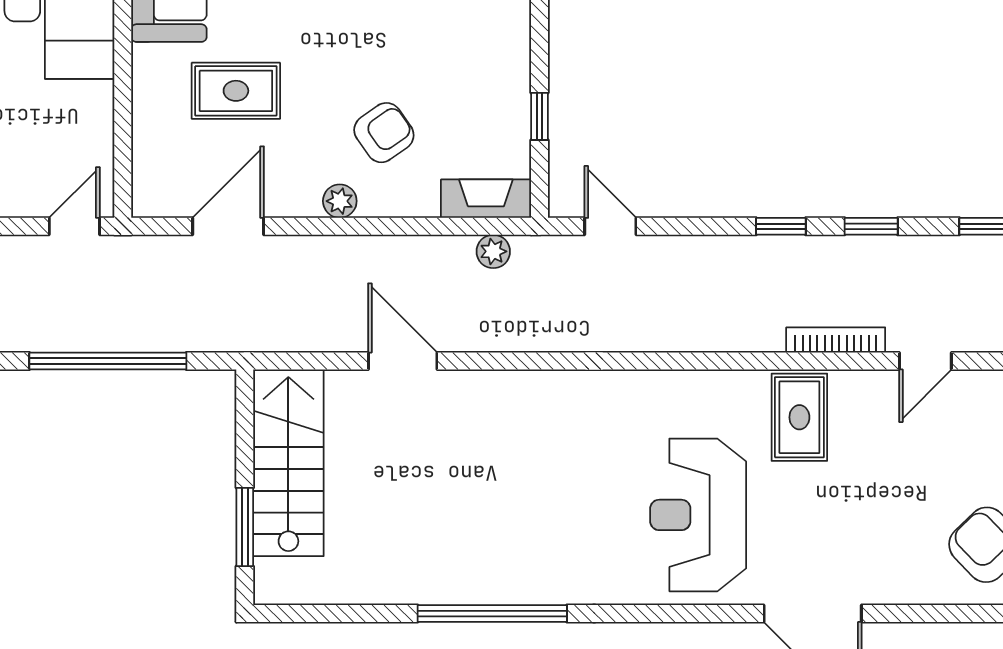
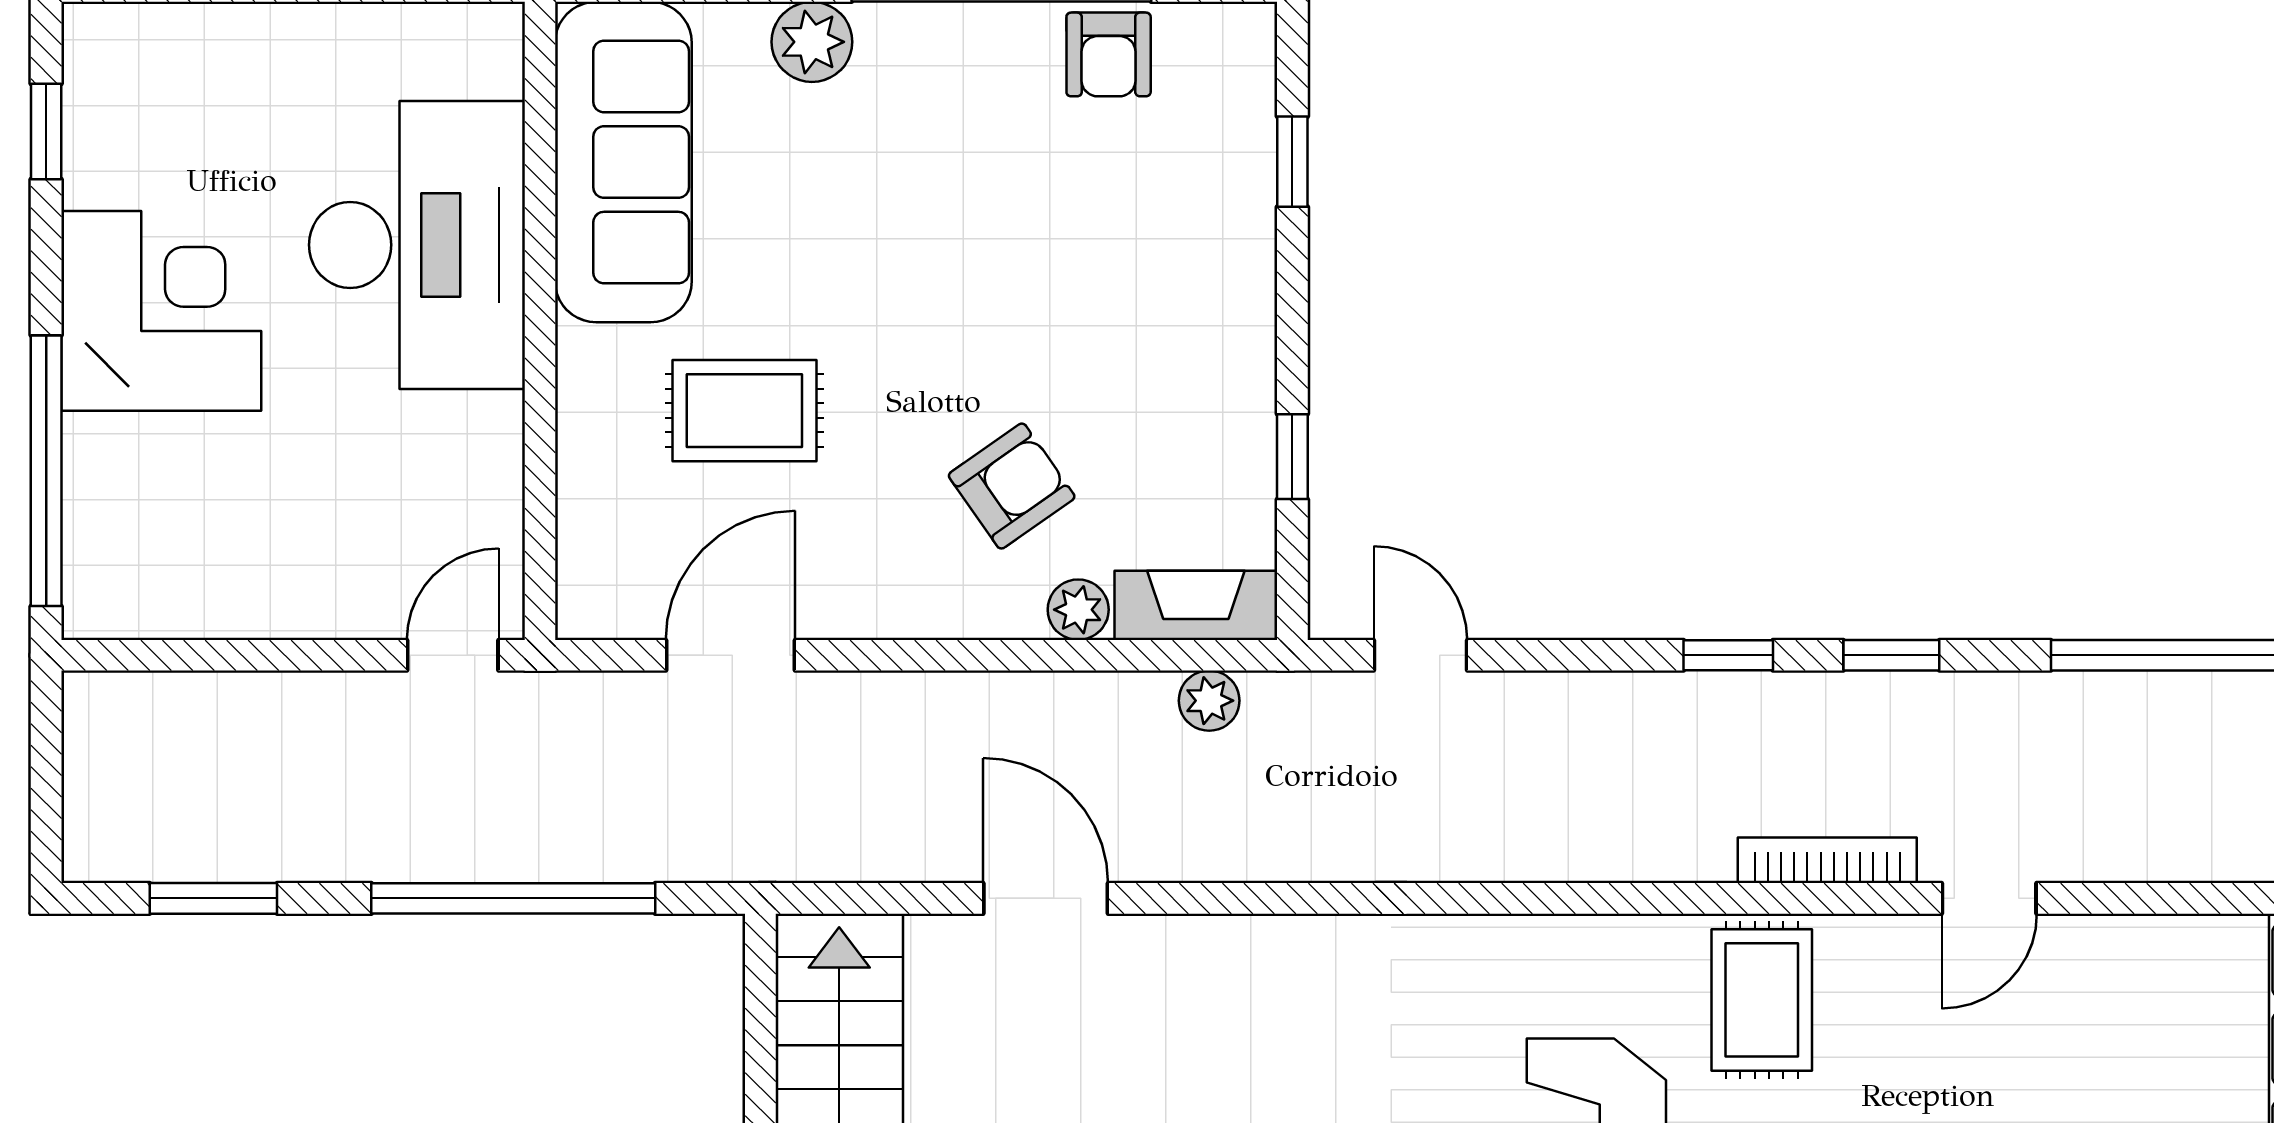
plant: (340, 201) -> (1078, 610), moved

